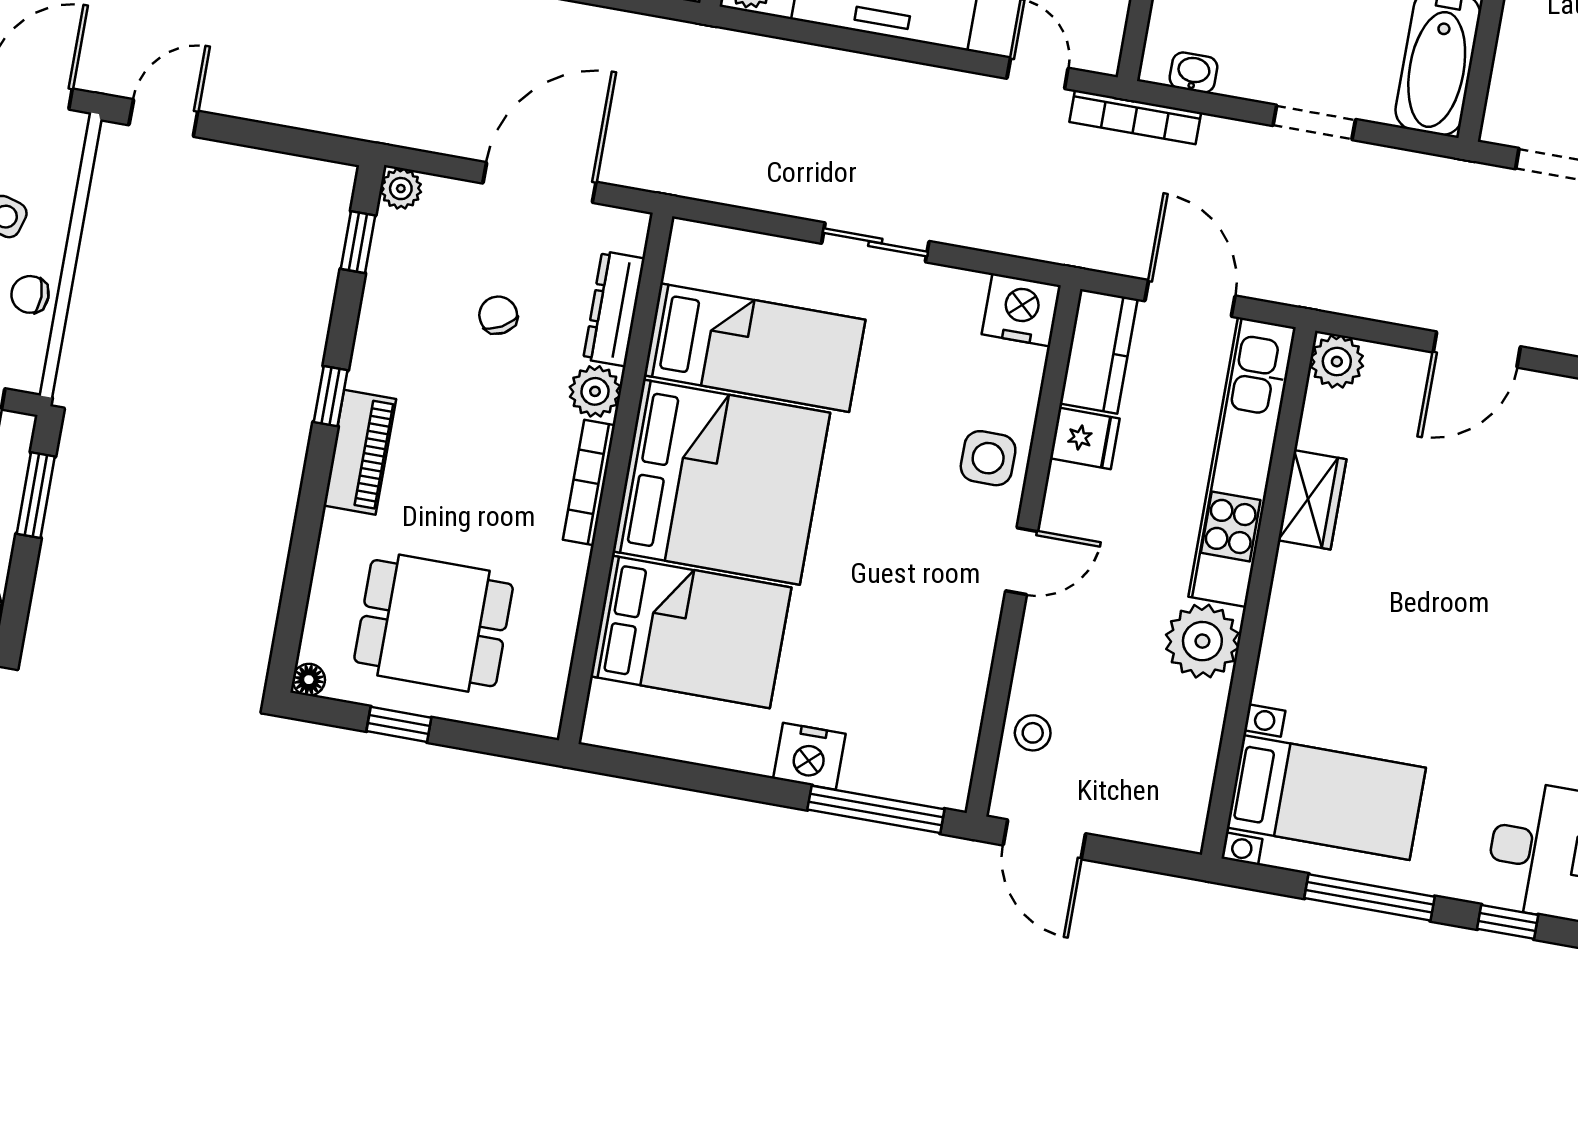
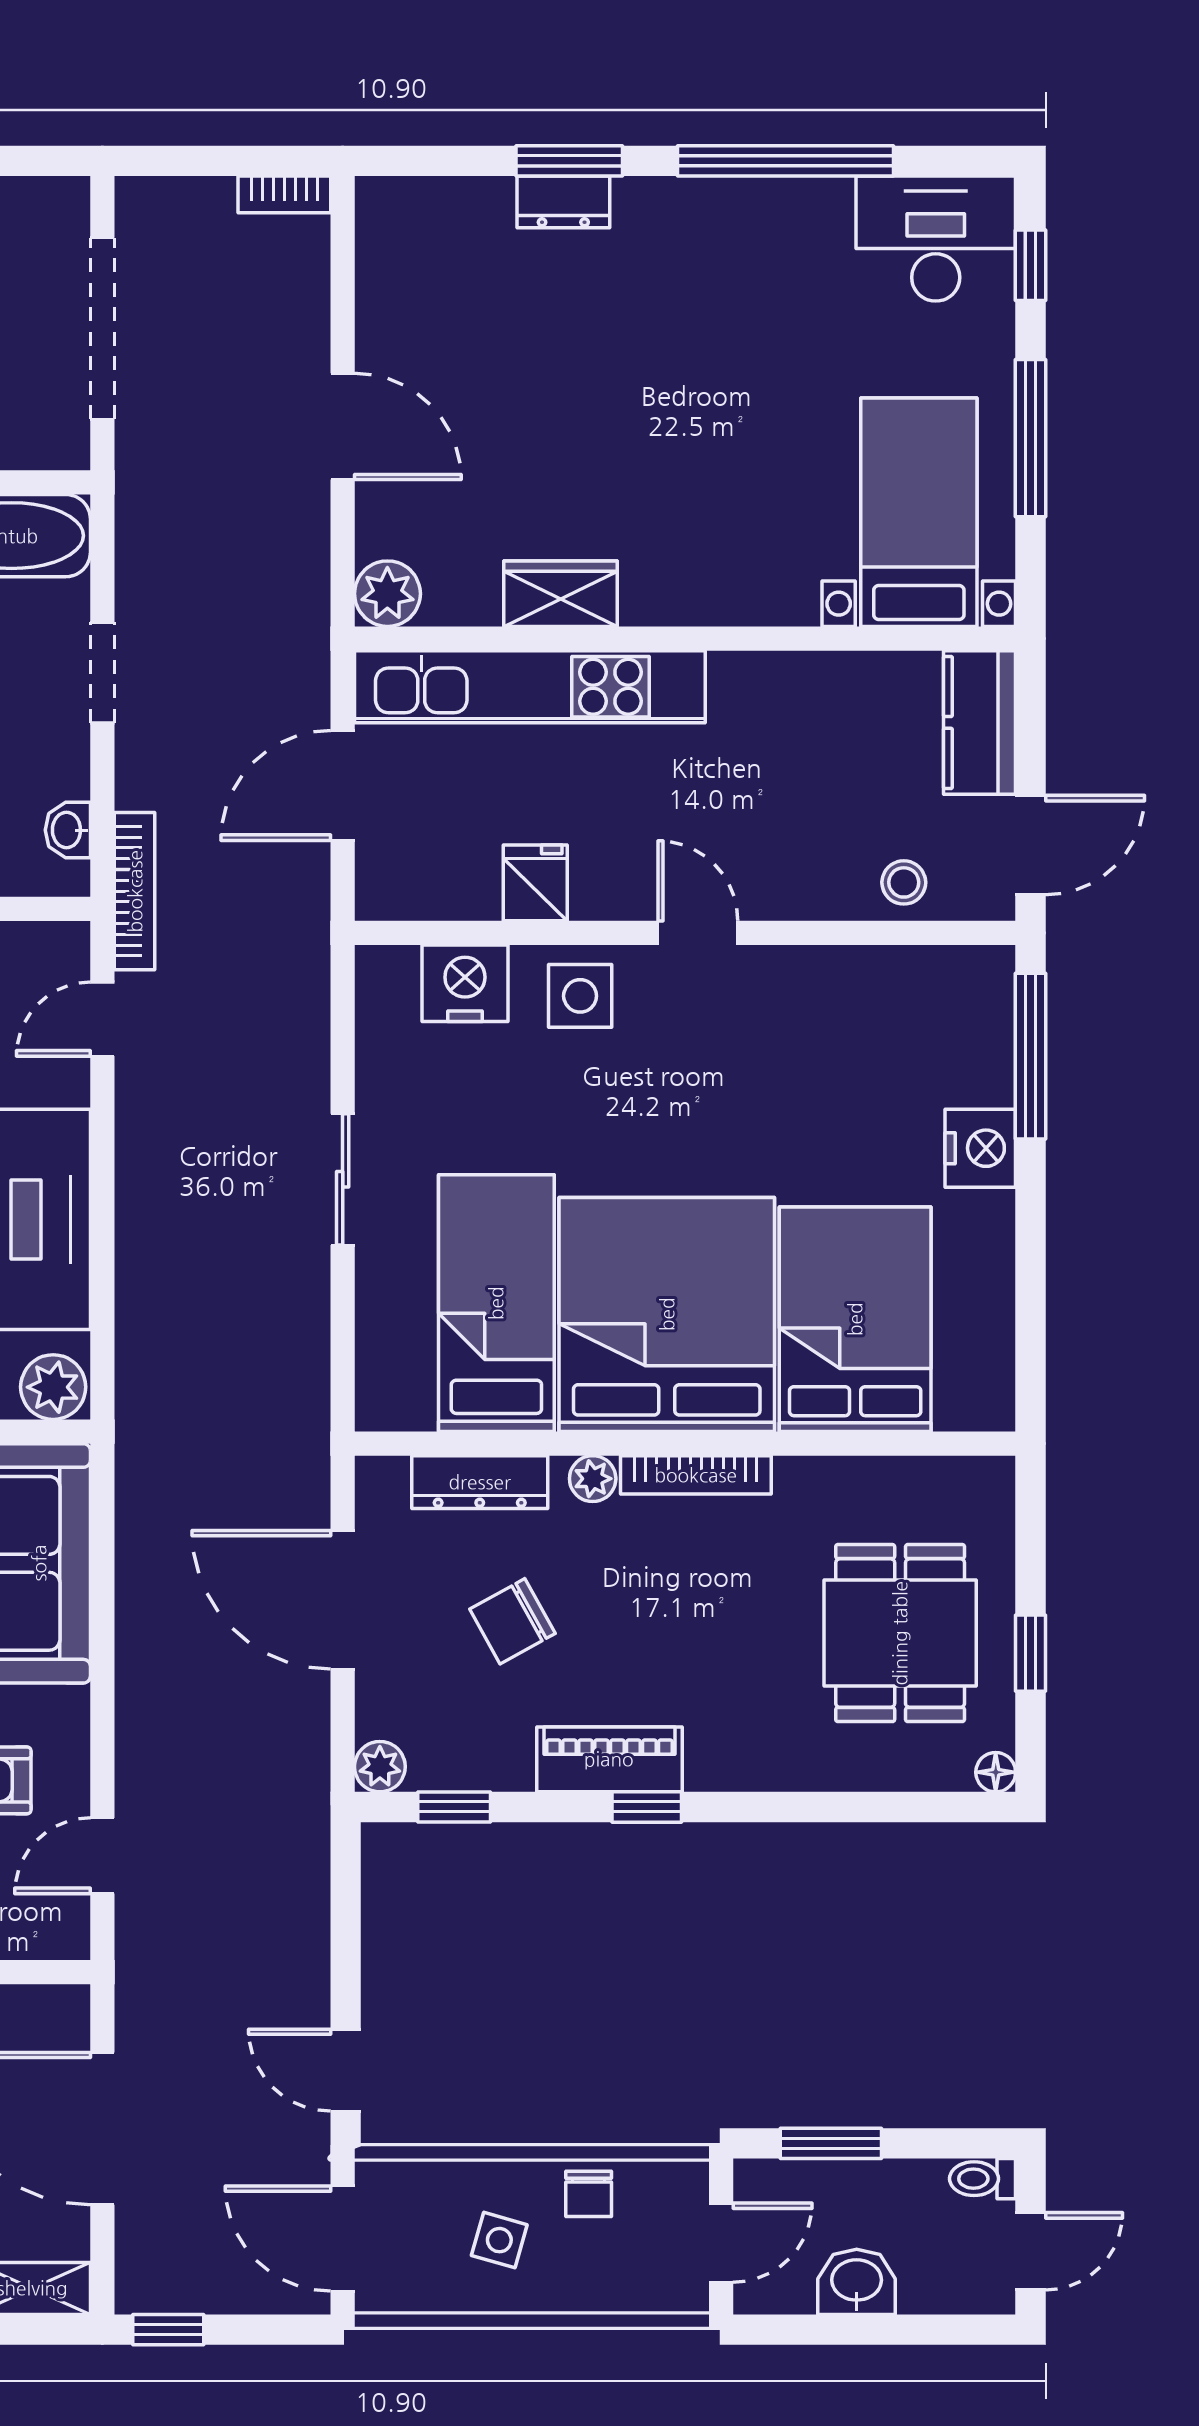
nightstand: (1021, 310) -> (465, 983), moved, turned 90
chair: (498, 315) -> (512, 1621), width x1.37, depth x1.37
kitchen counter: (1099, 351) -> (980, 722), moved, turned -90
plant: (595, 391) -> (593, 1479), width x0.73, depth x0.73
piano: (360, 452) -> (609, 1759), moved
plant: (1202, 641) -> (756, 696), removed

